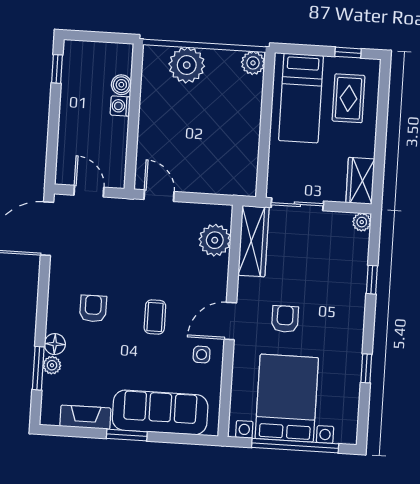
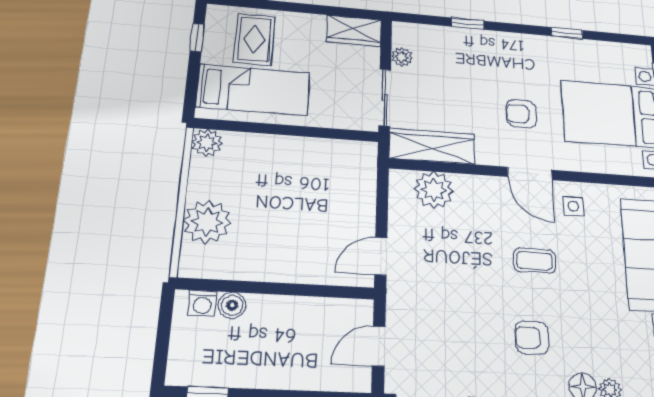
rug: (349, 98) -> (254, 39), turned 90
washing machine: (120, 106) -> (202, 303), moved
plant: (362, 222) -> (402, 57), moved

